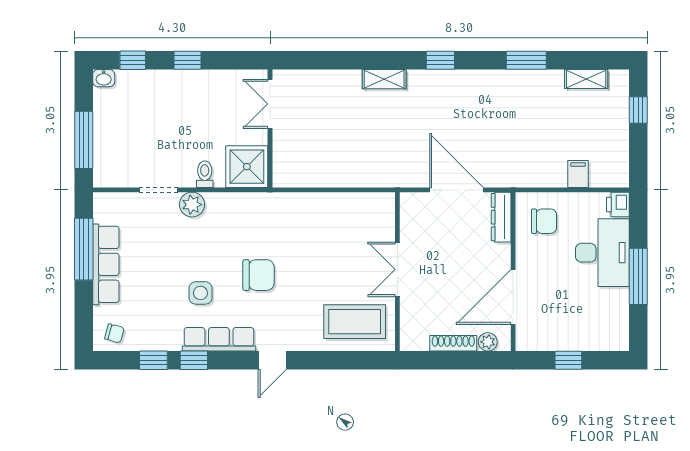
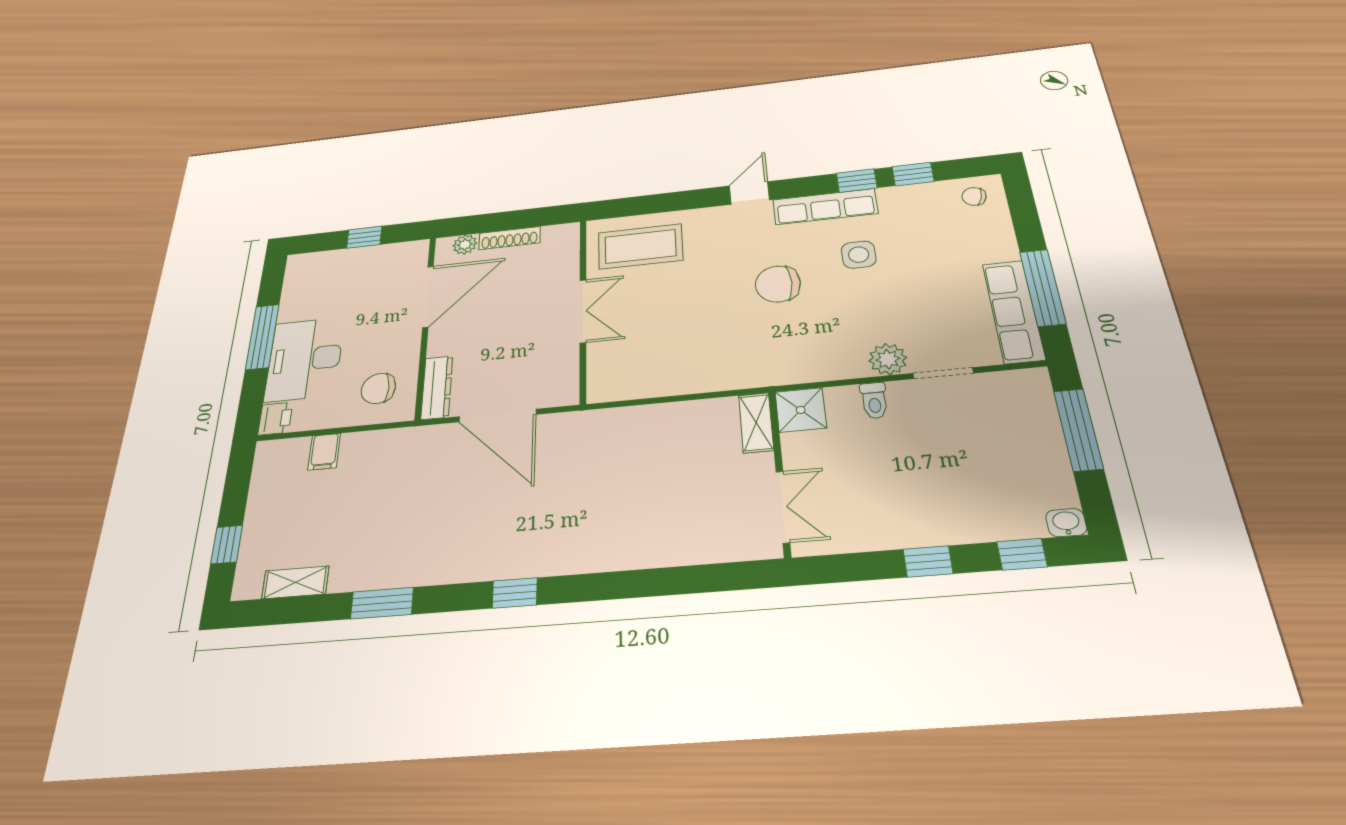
shelving: (384, 79) -> (756, 423), moved, turned 90
shower: (247, 167) -> (801, 410), width x0.73, depth x0.73
row of seats: (106, 264) -> (1013, 311), moved

